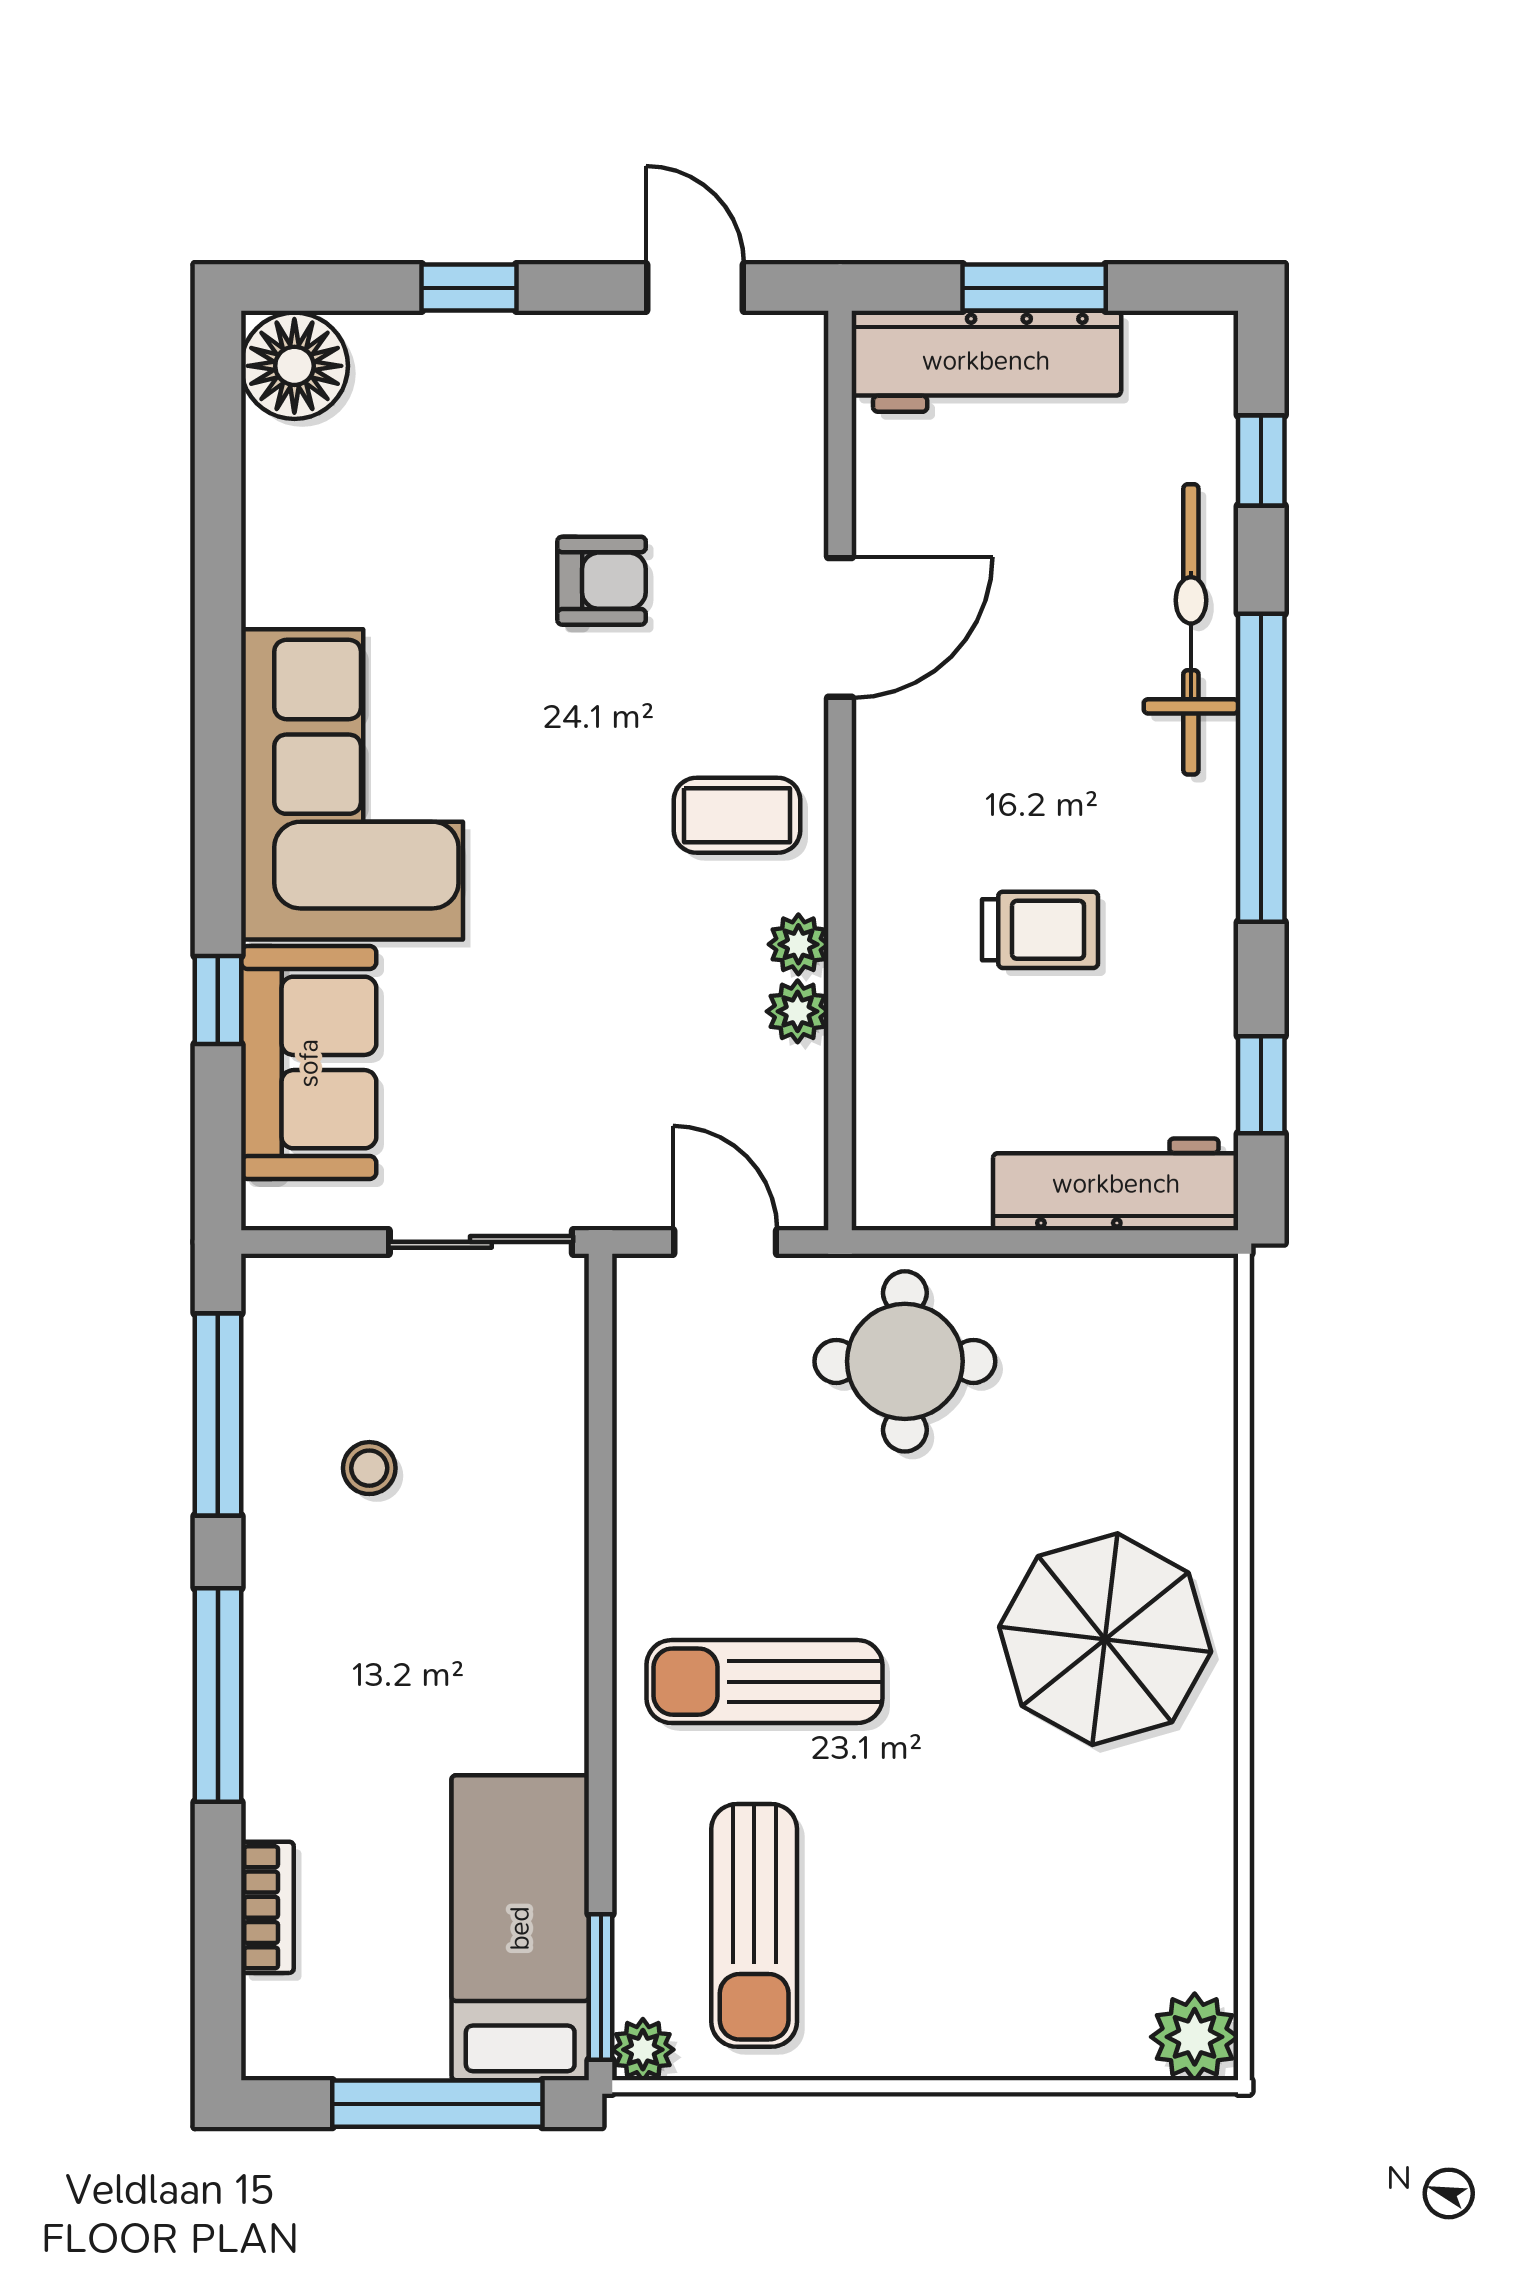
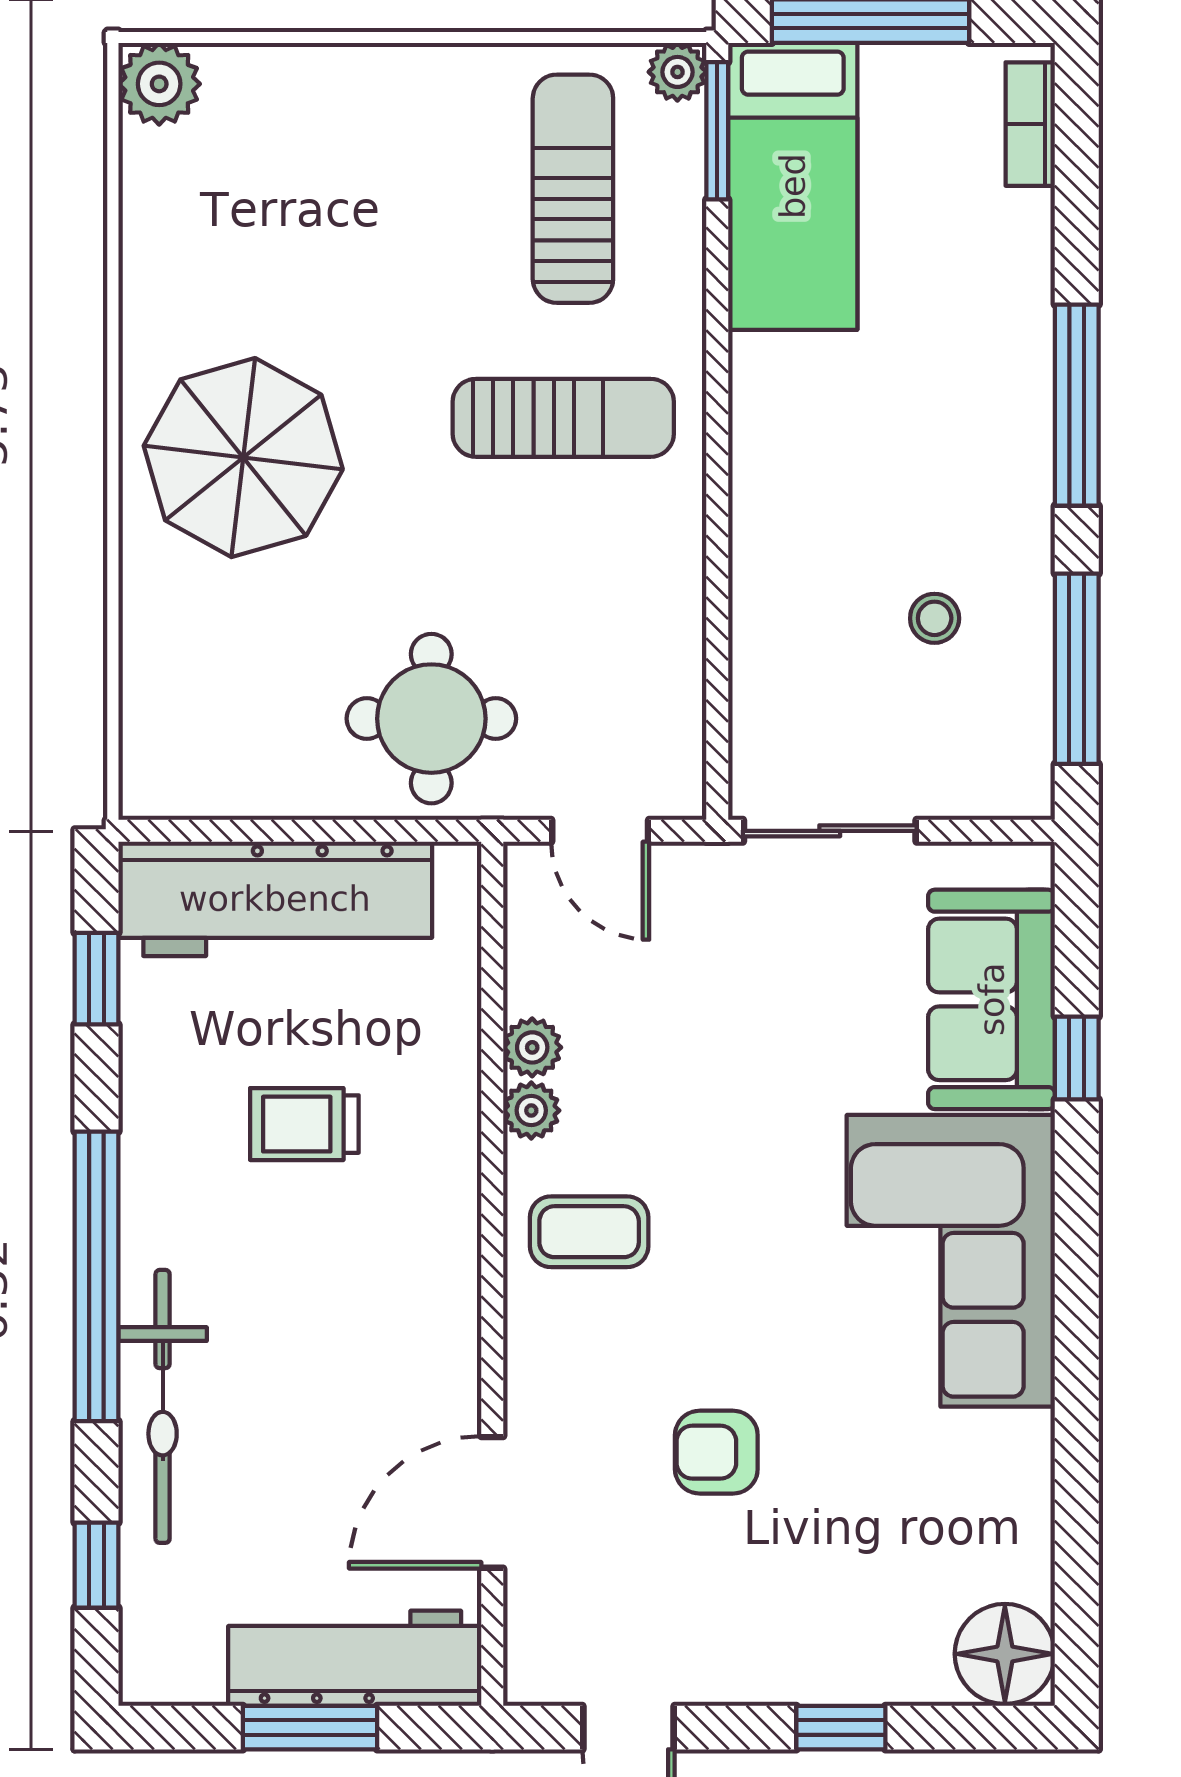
door: (840, 627) -> (492, 1502), moved
workbench: (1116, 1184) -> (275, 899), width x1.36, depth x1.32
bookcase: (267, 1907) -> (1030, 124), moved

